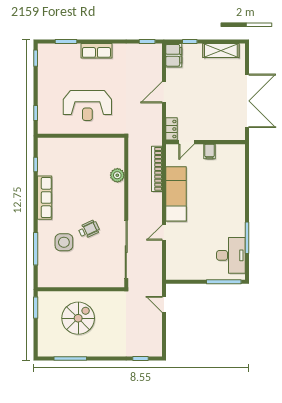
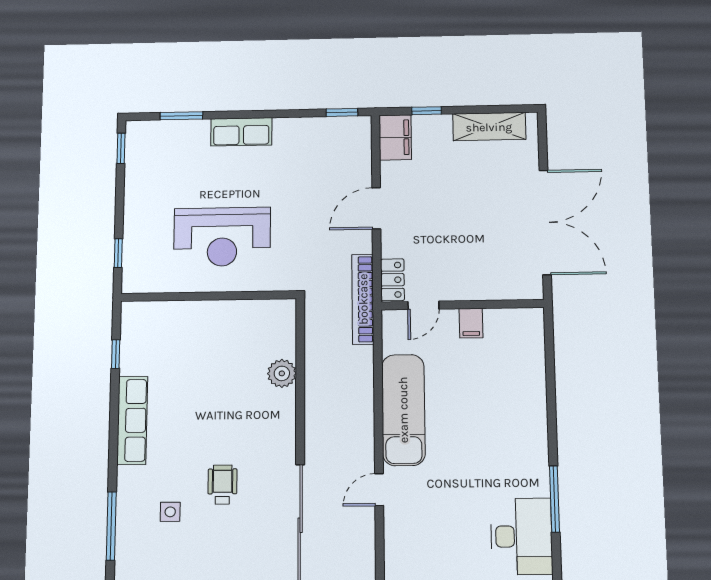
bookcase: (157, 169) -> (363, 299), moved
wheelchair: (89, 229) -> (222, 485), turned -65
side table: (64, 242) -> (170, 512), width x0.54, depth x0.54

